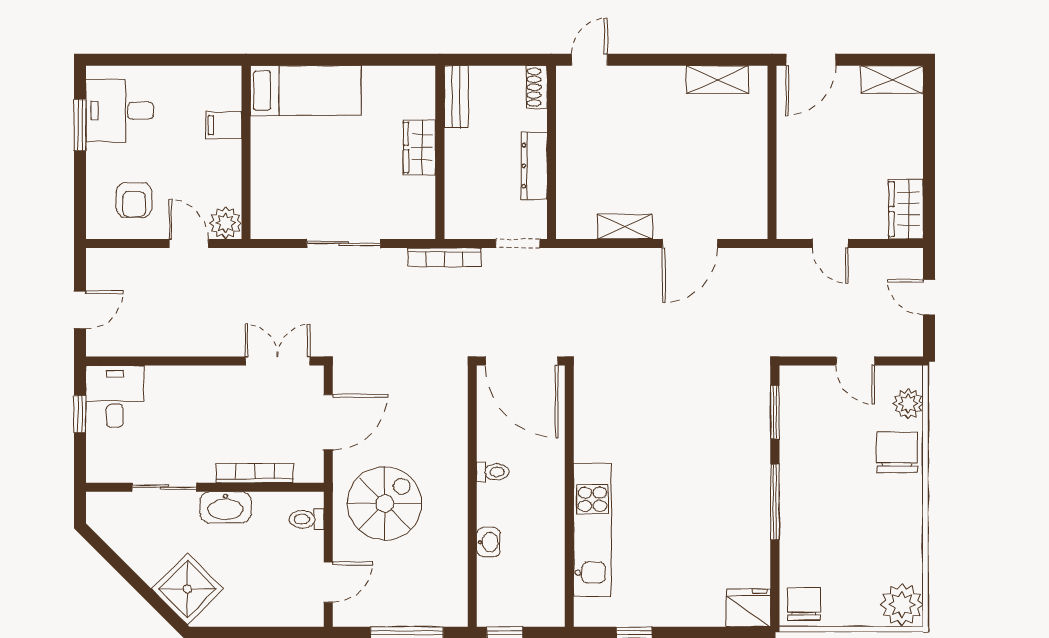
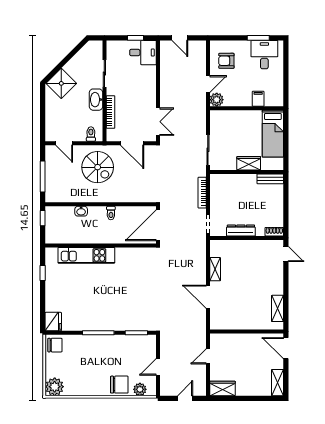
bench: (456, 97) -> (270, 179), moved
wardrobe: (419, 147) -> (249, 163), moved
wall: (440, 152) -> (247, 172), moved

